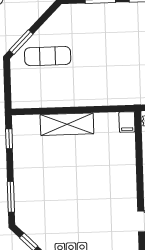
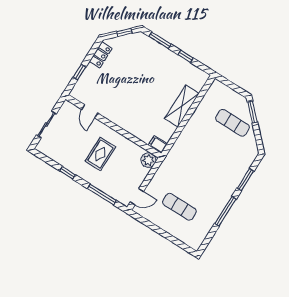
exercise mat: (48, 56) -> (233, 123), turned 90
window: (9, 139) -> (185, 56), moved

